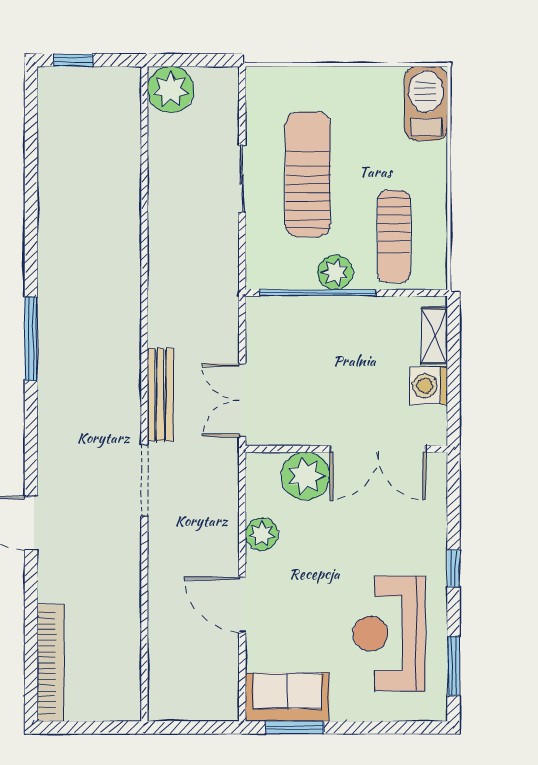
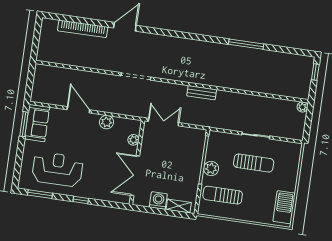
plant: (171, 89) -> (302, 107), width x0.53, depth x0.53
barbecue: (426, 103) -> (284, 207), moved, turned -90
sun lounger: (308, 174) -> (254, 163), width x0.73, depth x0.75
window: (31, 339) -> (246, 44), moved
bench: (160, 395) -> (202, 93), moved, width x0.73
plant: (306, 476) -> (133, 140), width x0.53, depth x0.53
door: (242, 605) -> (78, 110), hinge flipped
bookcase: (51, 663) -> (83, 29), moved

